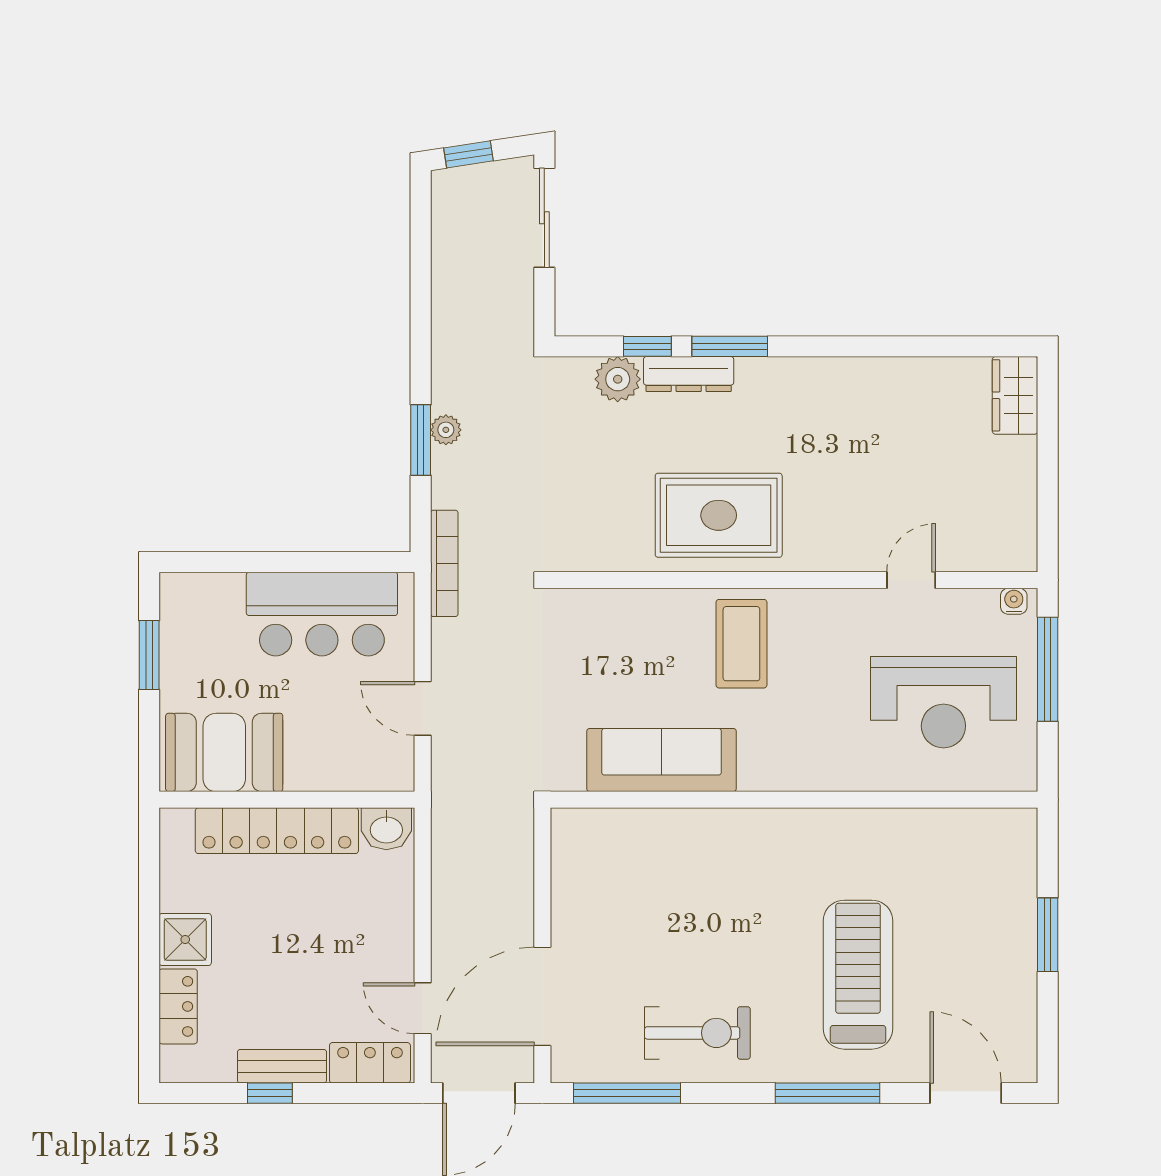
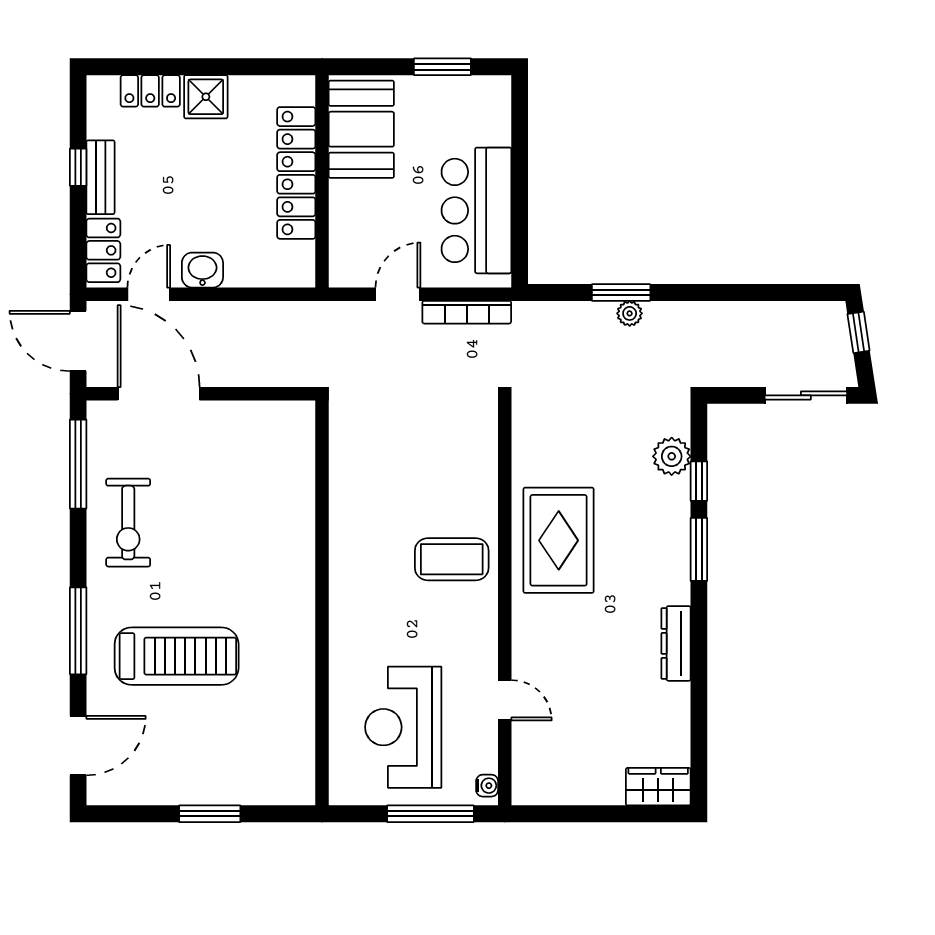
dresser: (689, 374) -> (676, 643), moved
bookcase: (444, 563) -> (467, 312), moved
sofa: (662, 760) -> (355, 493), removed
washbasin: (386, 829) -> (202, 270), moved, turned 90

